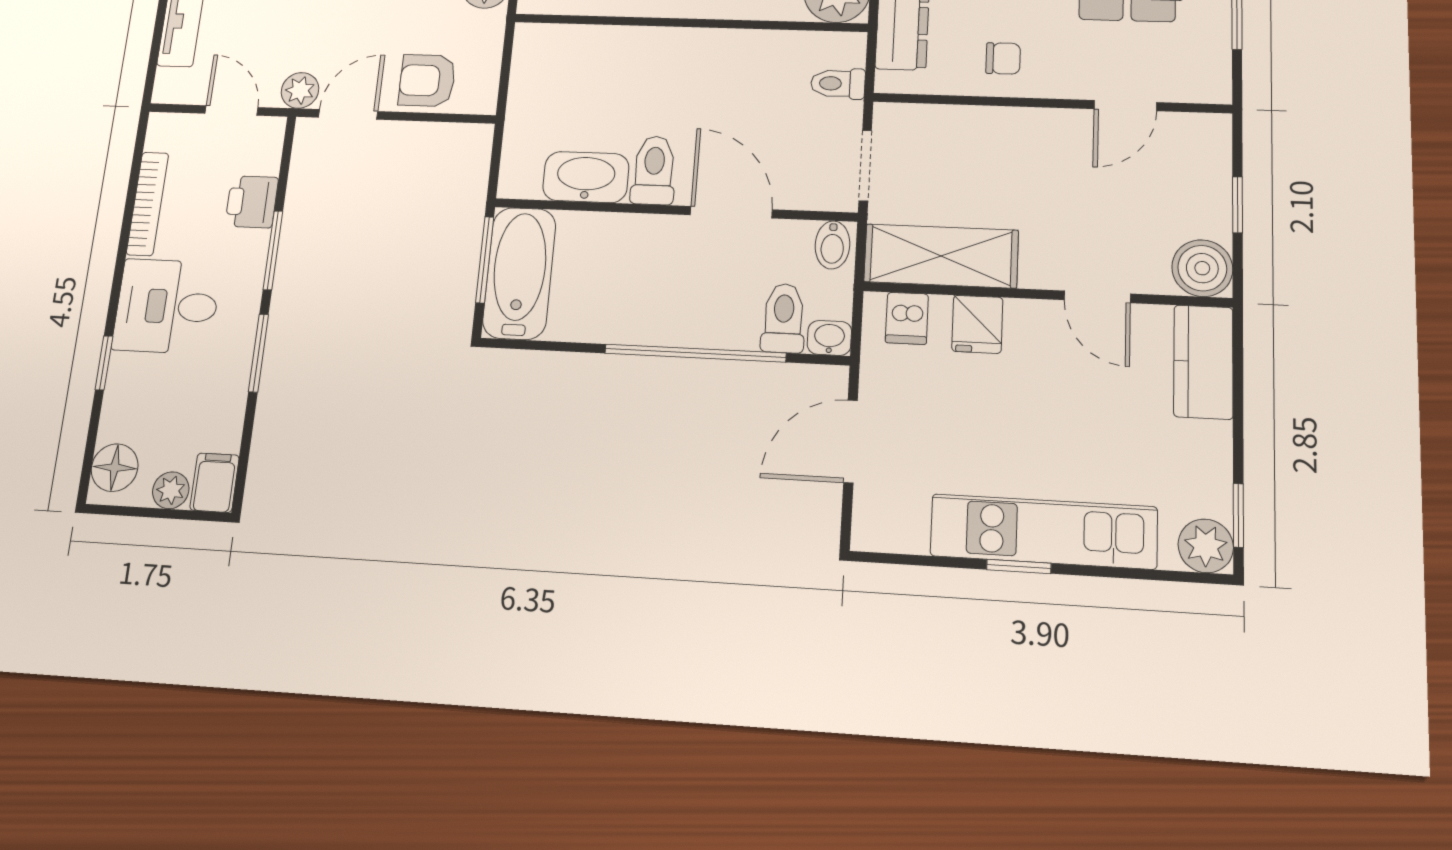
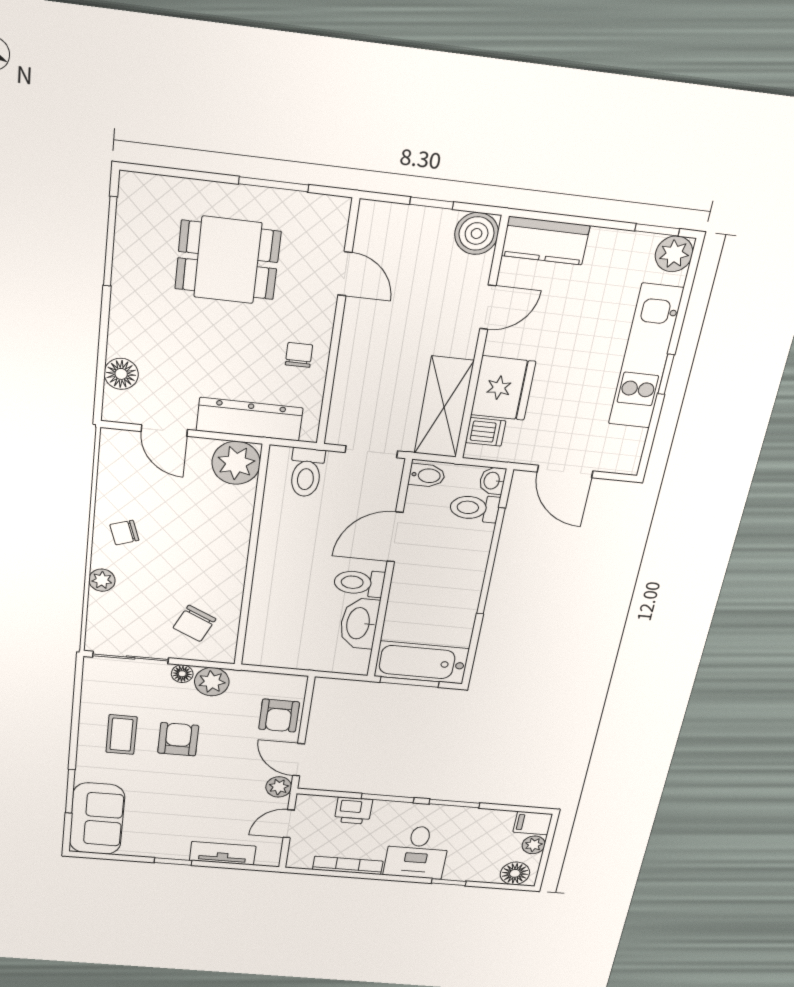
toilet: (838, 84) -> (306, 472), width x1.37, depth x1.39
fridge: (977, 324) -> (503, 388), width x1.88, depth x1.34

